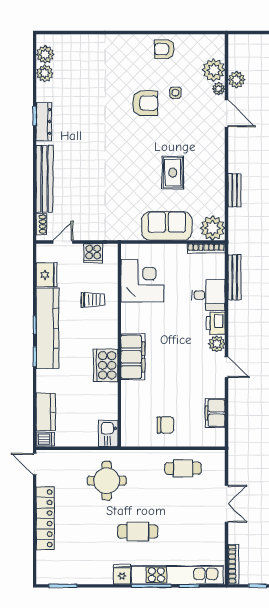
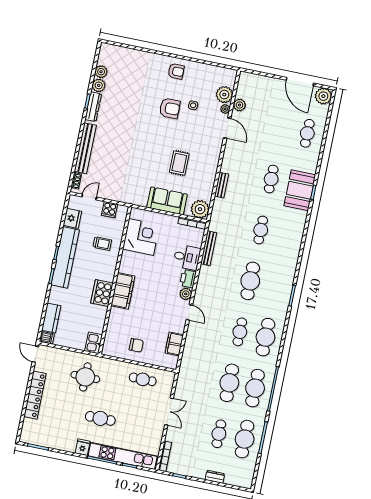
armchair: (164, 49) -> (176, 71), moved, turned 180
plant: (45, 55) -> (99, 85), moved

